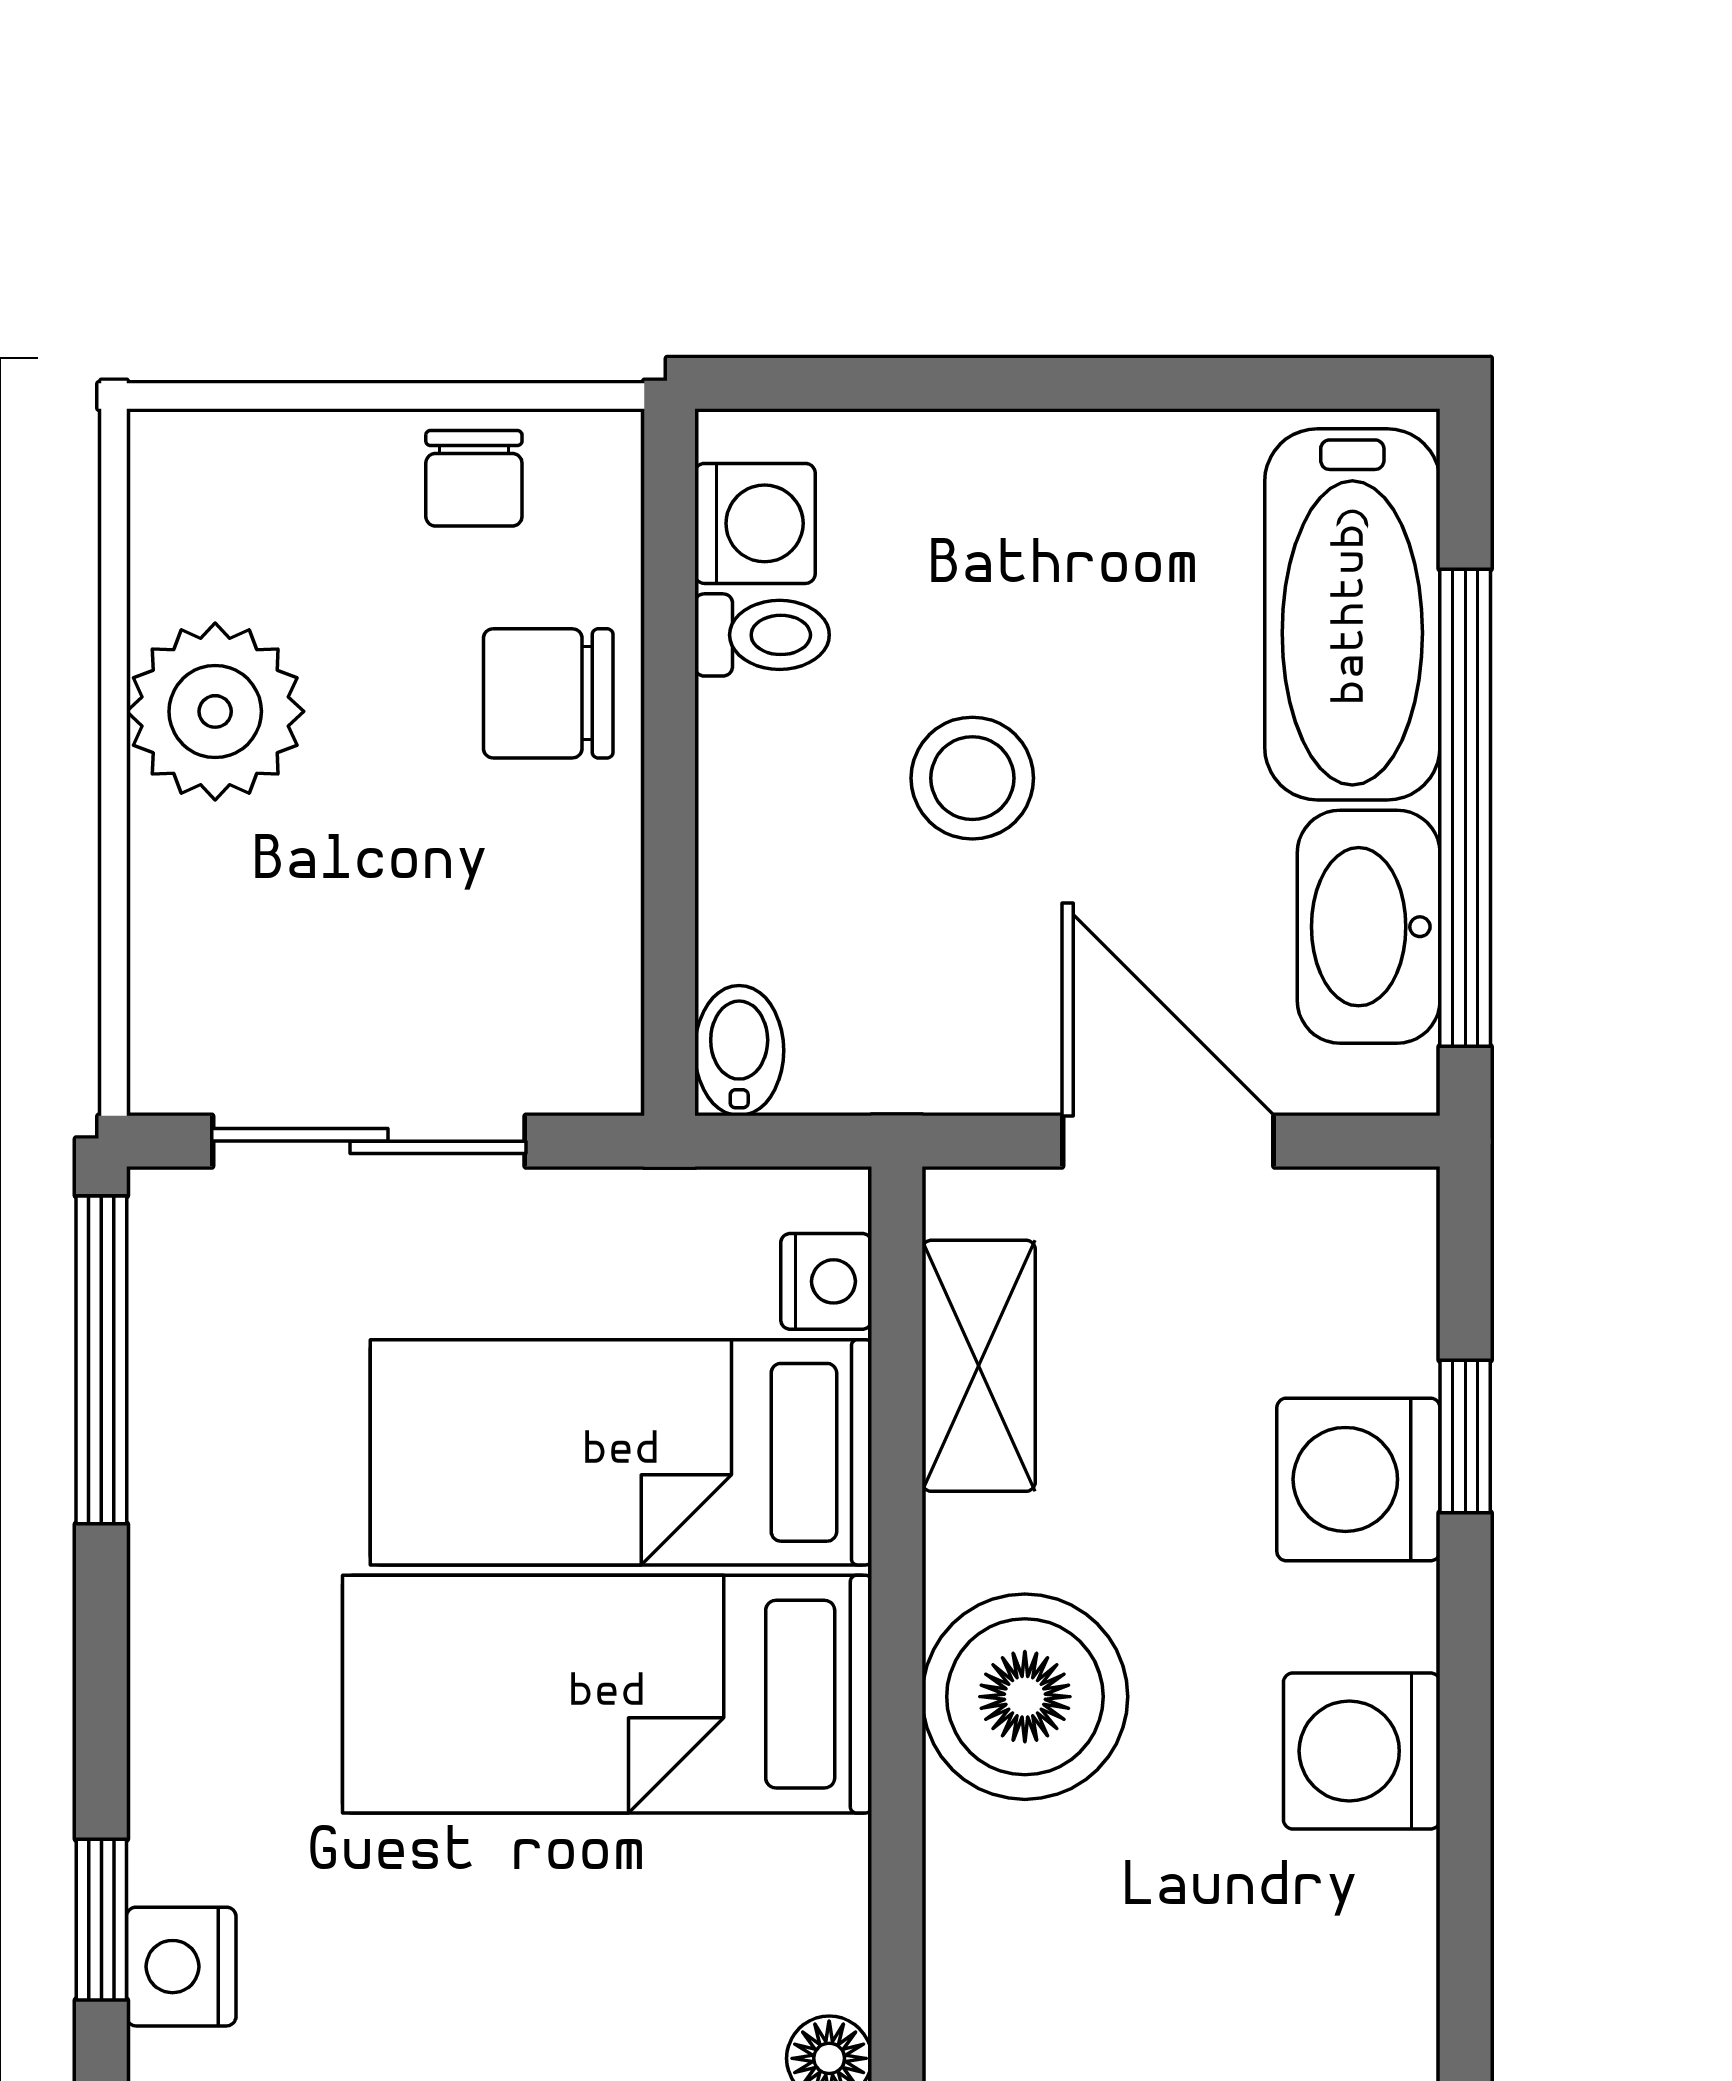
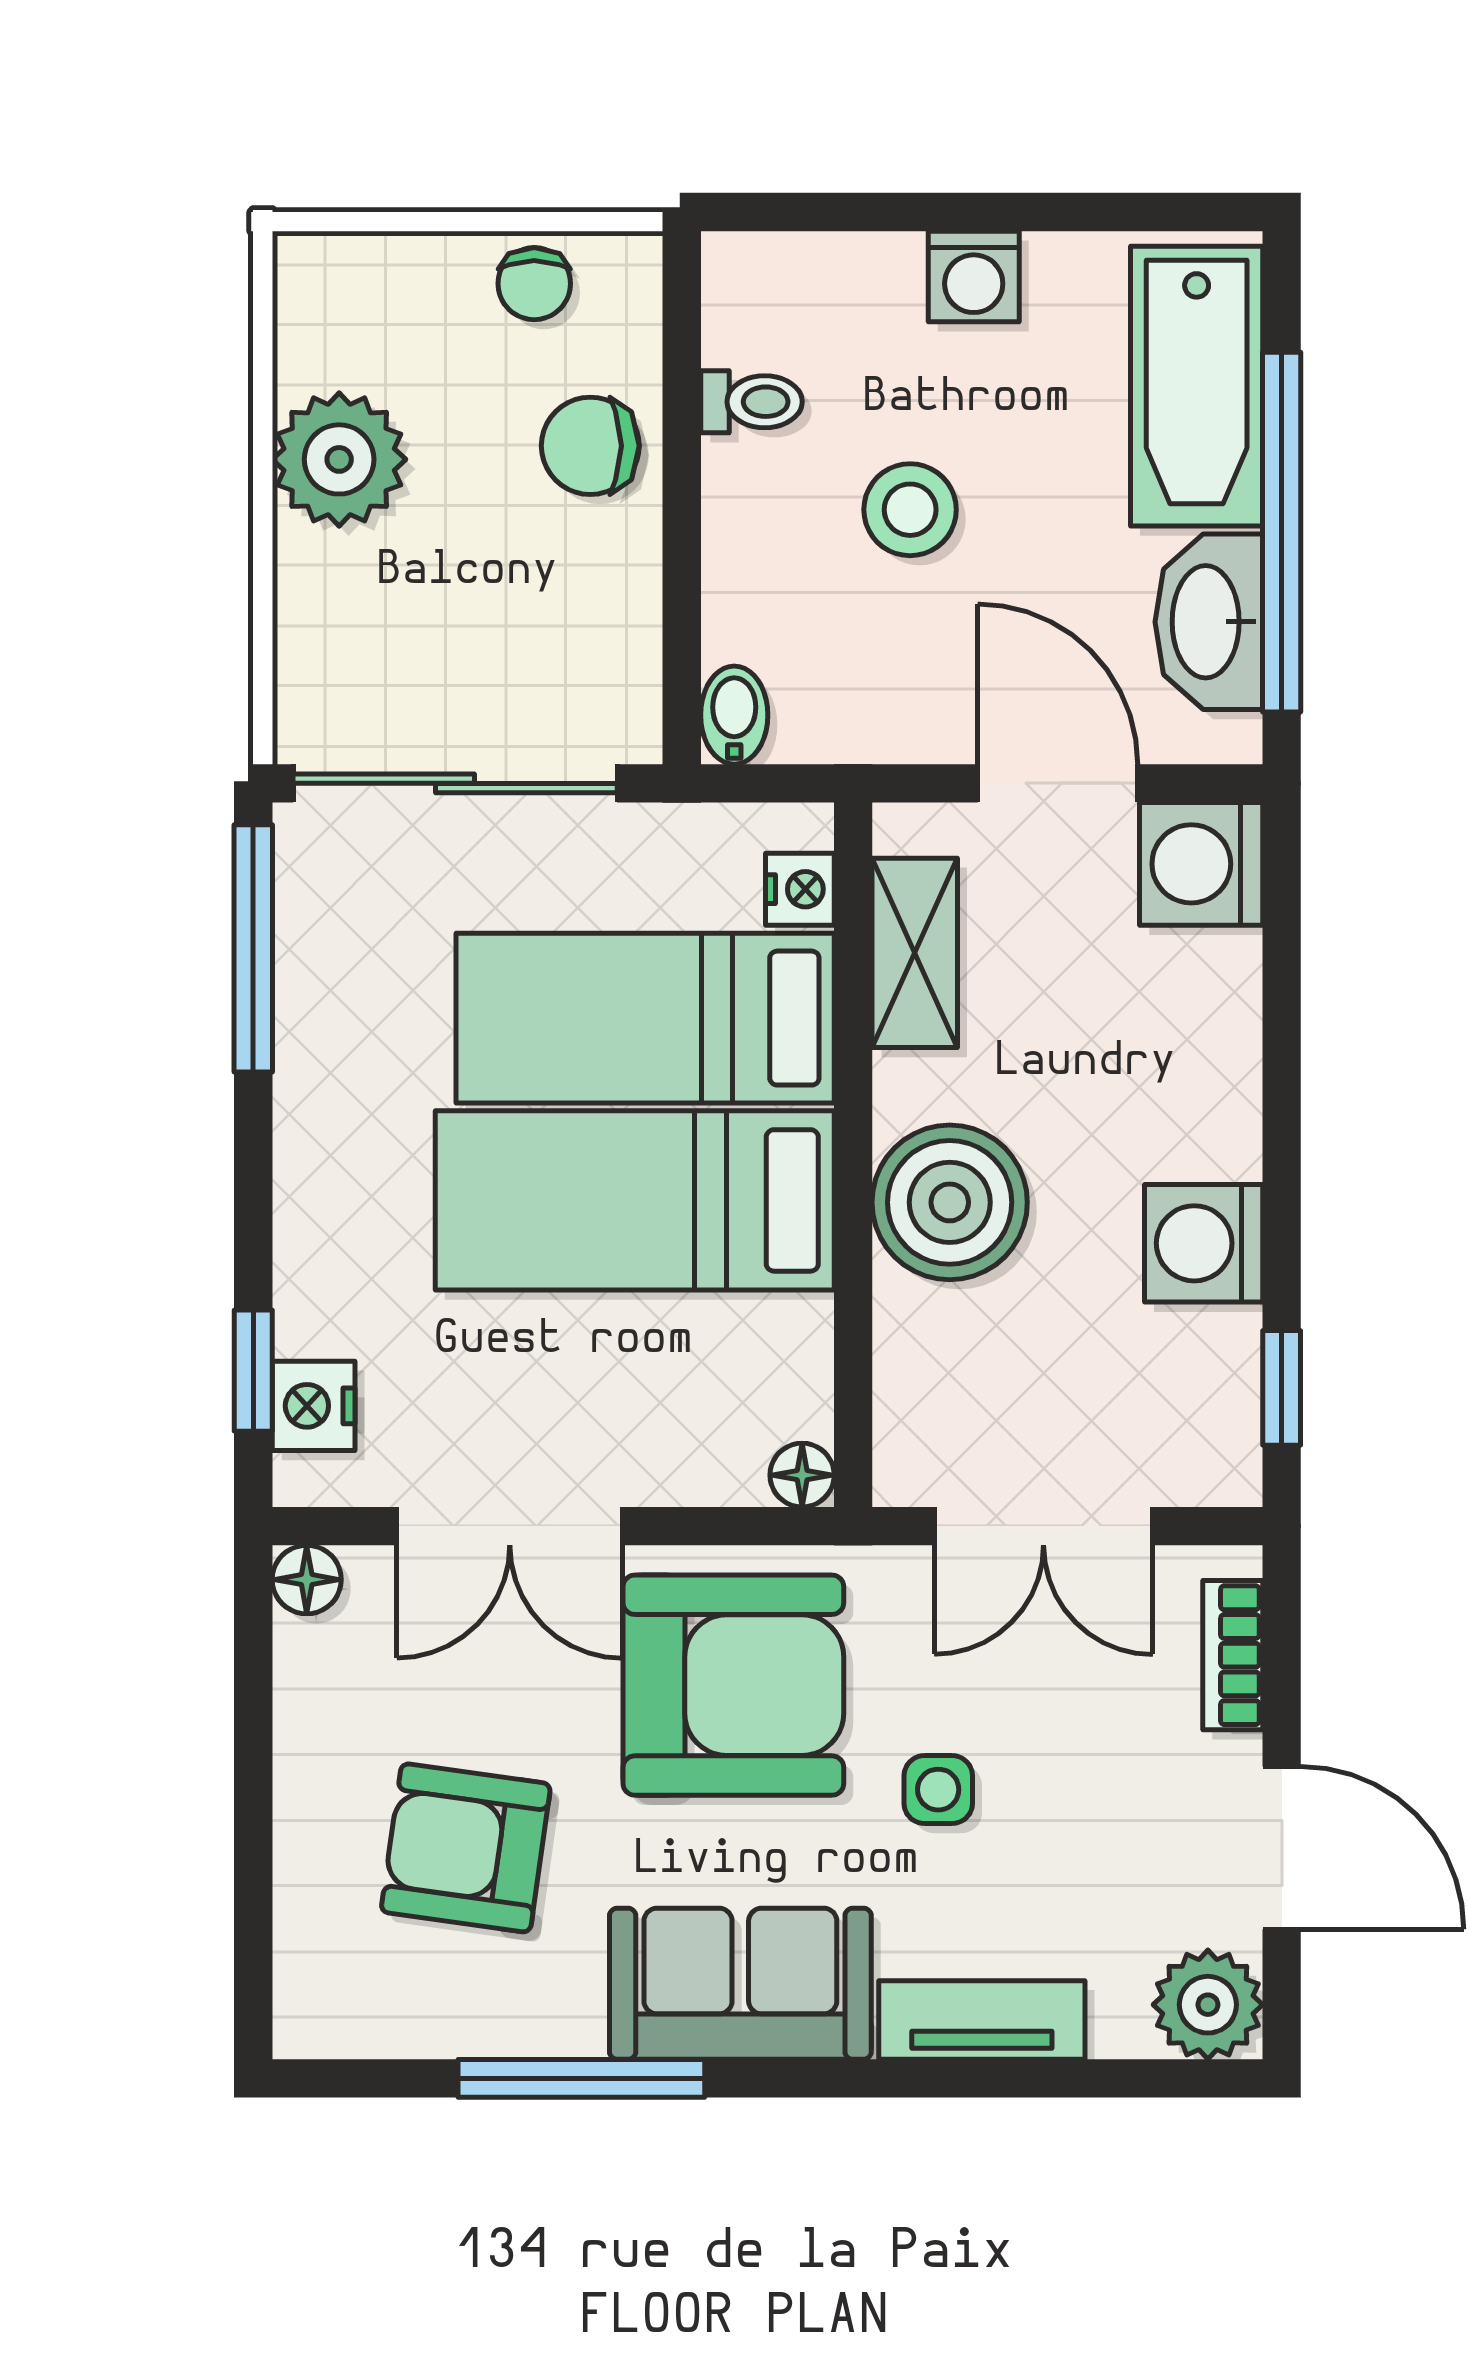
washing machine: (755, 523) -> (974, 276), moved, turned 90
sliding door: (369, 1141) -> (455, 783), width x1.37
window: (1465, 1437) -> (1282, 1388), moved
washing machine: (1358, 1479) -> (1201, 864), moved

